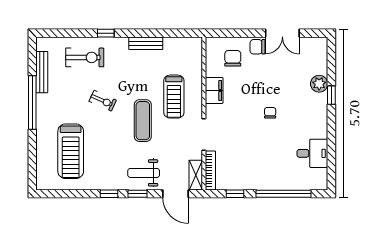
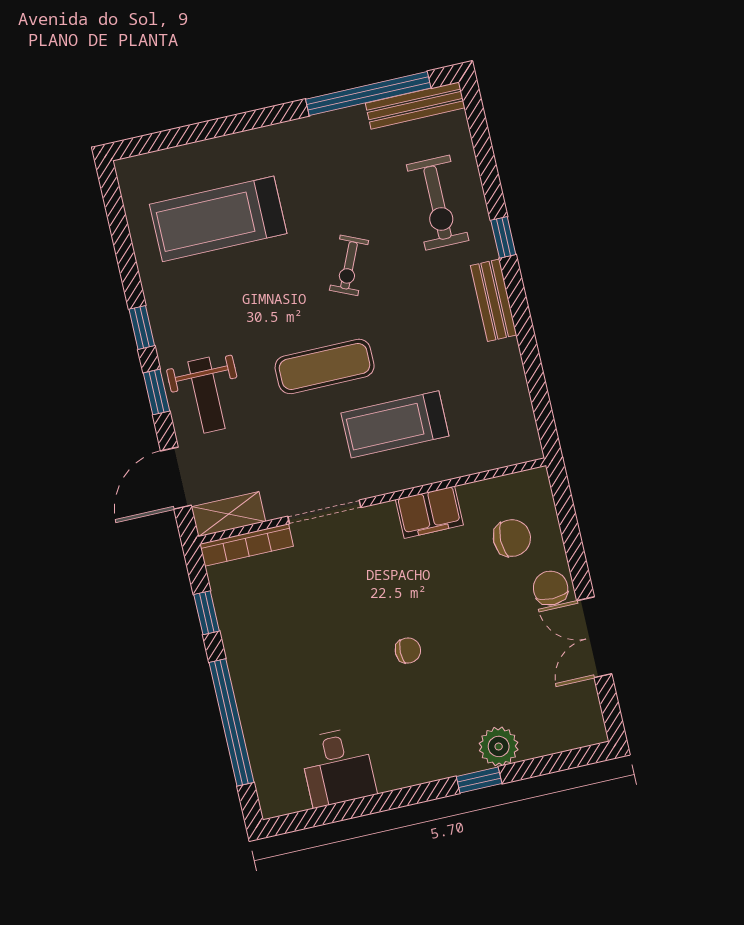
bench: (146, 43) -> (494, 300), moved
bench: (42, 72) -> (415, 105), moved
window: (32, 103) -> (368, 94), moved
weight bench: (144, 173) -> (207, 395), turned 180

